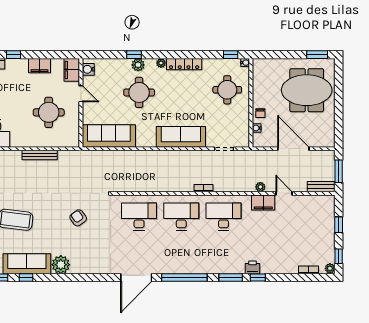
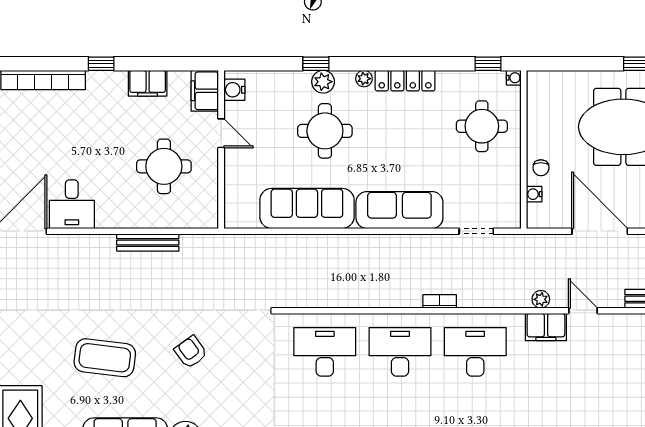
sofa: (109, 136) -> (307, 208), moved
armchair: (78, 218) -> (191, 352), moved

